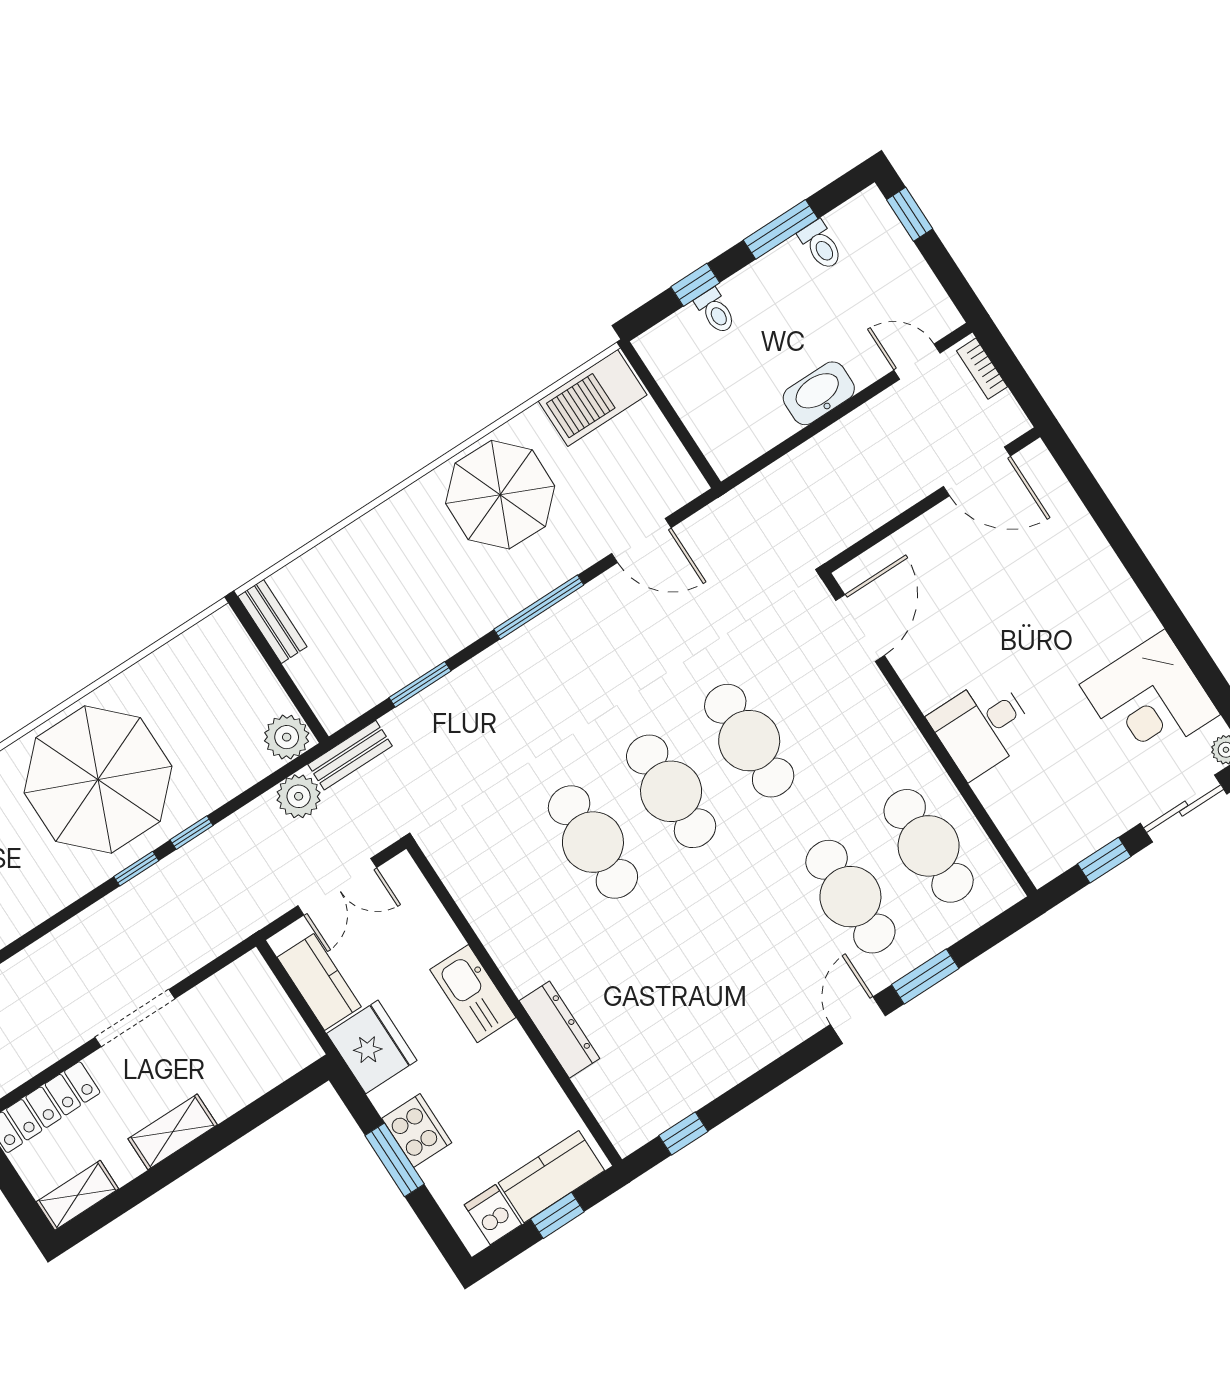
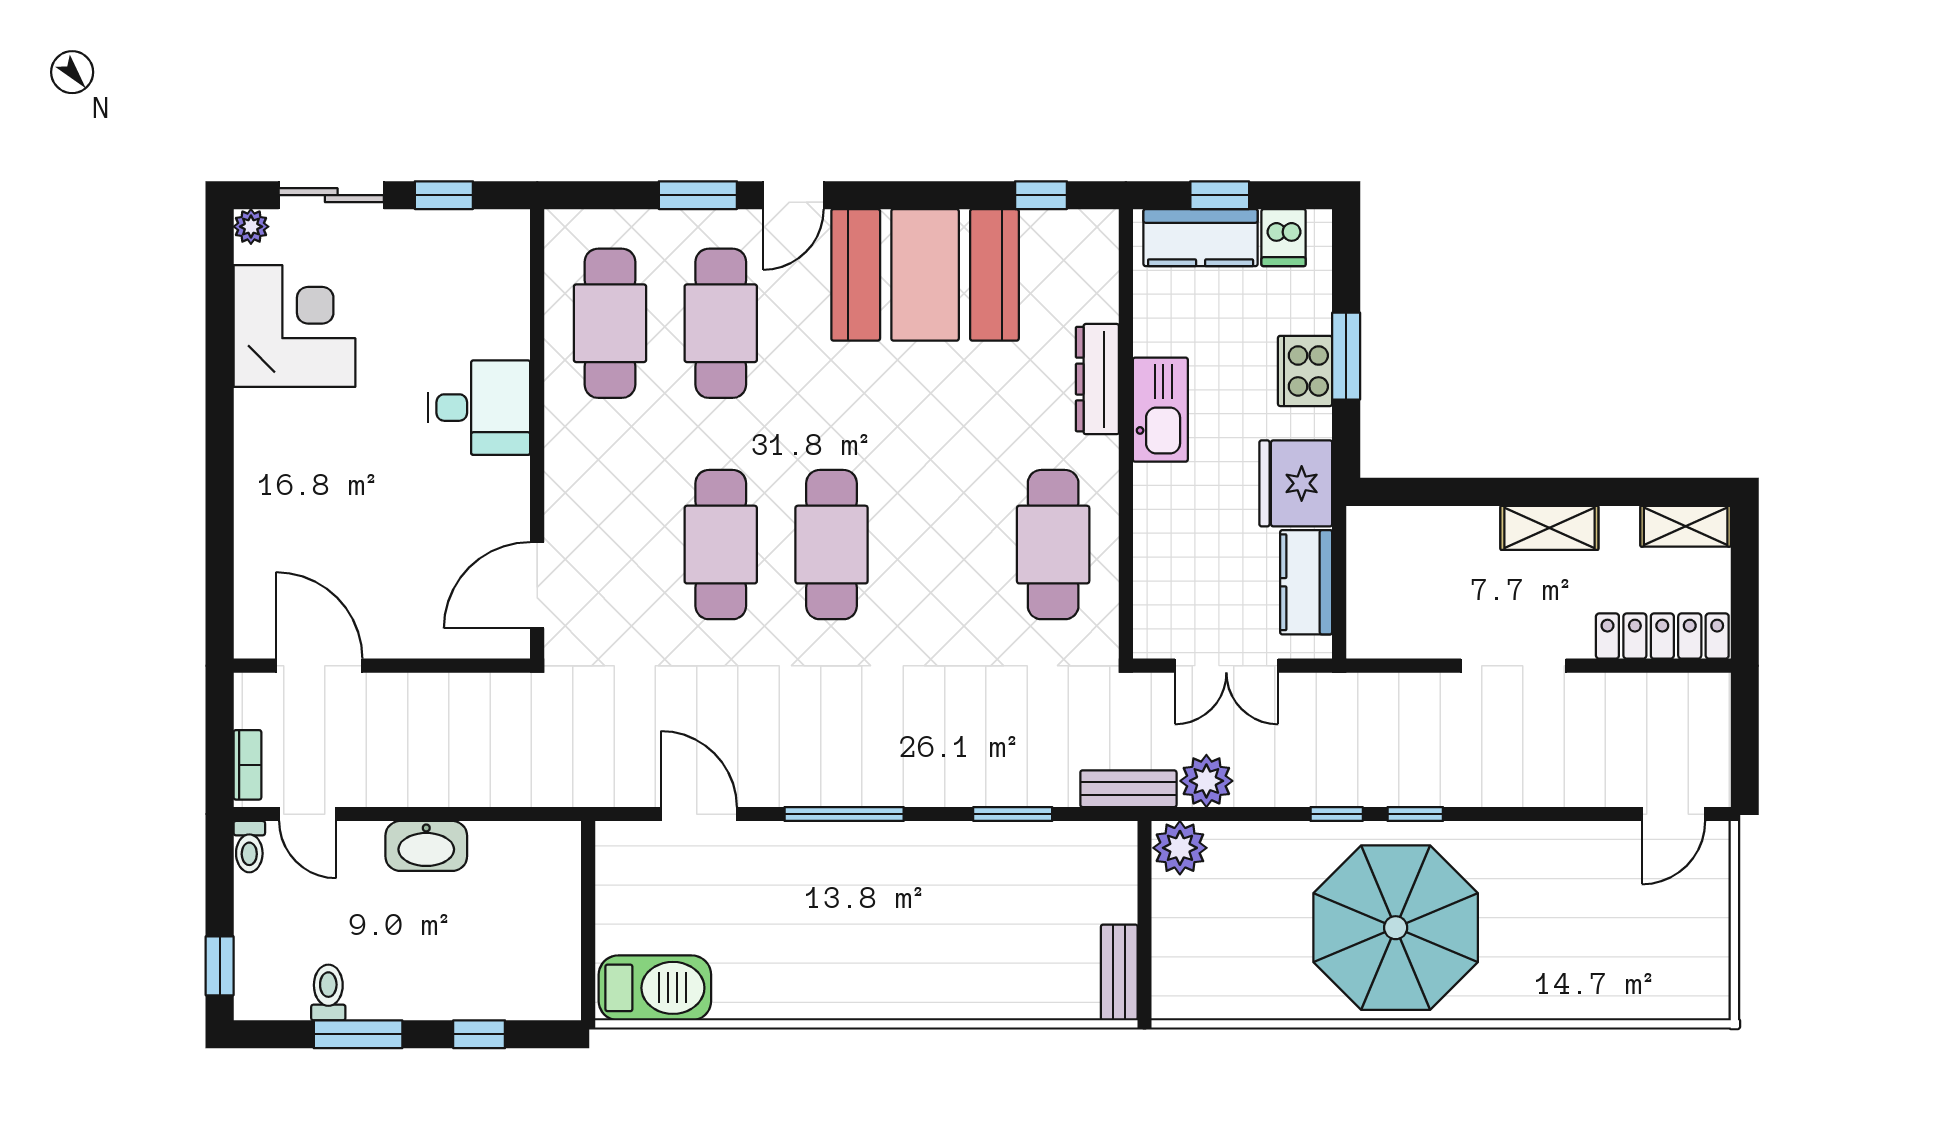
toilet: (716, 311) -> (249, 847), moved, turned 180
parasol: (500, 495) -> (810, 951), removed
cafe table: (593, 842) -> (1053, 545), moved
double door: (337, 887) -> (1226, 666), swing flipped
kitchen sink: (473, 994) -> (1160, 410), moved
booth: (729, 1024) -> (925, 275), added

